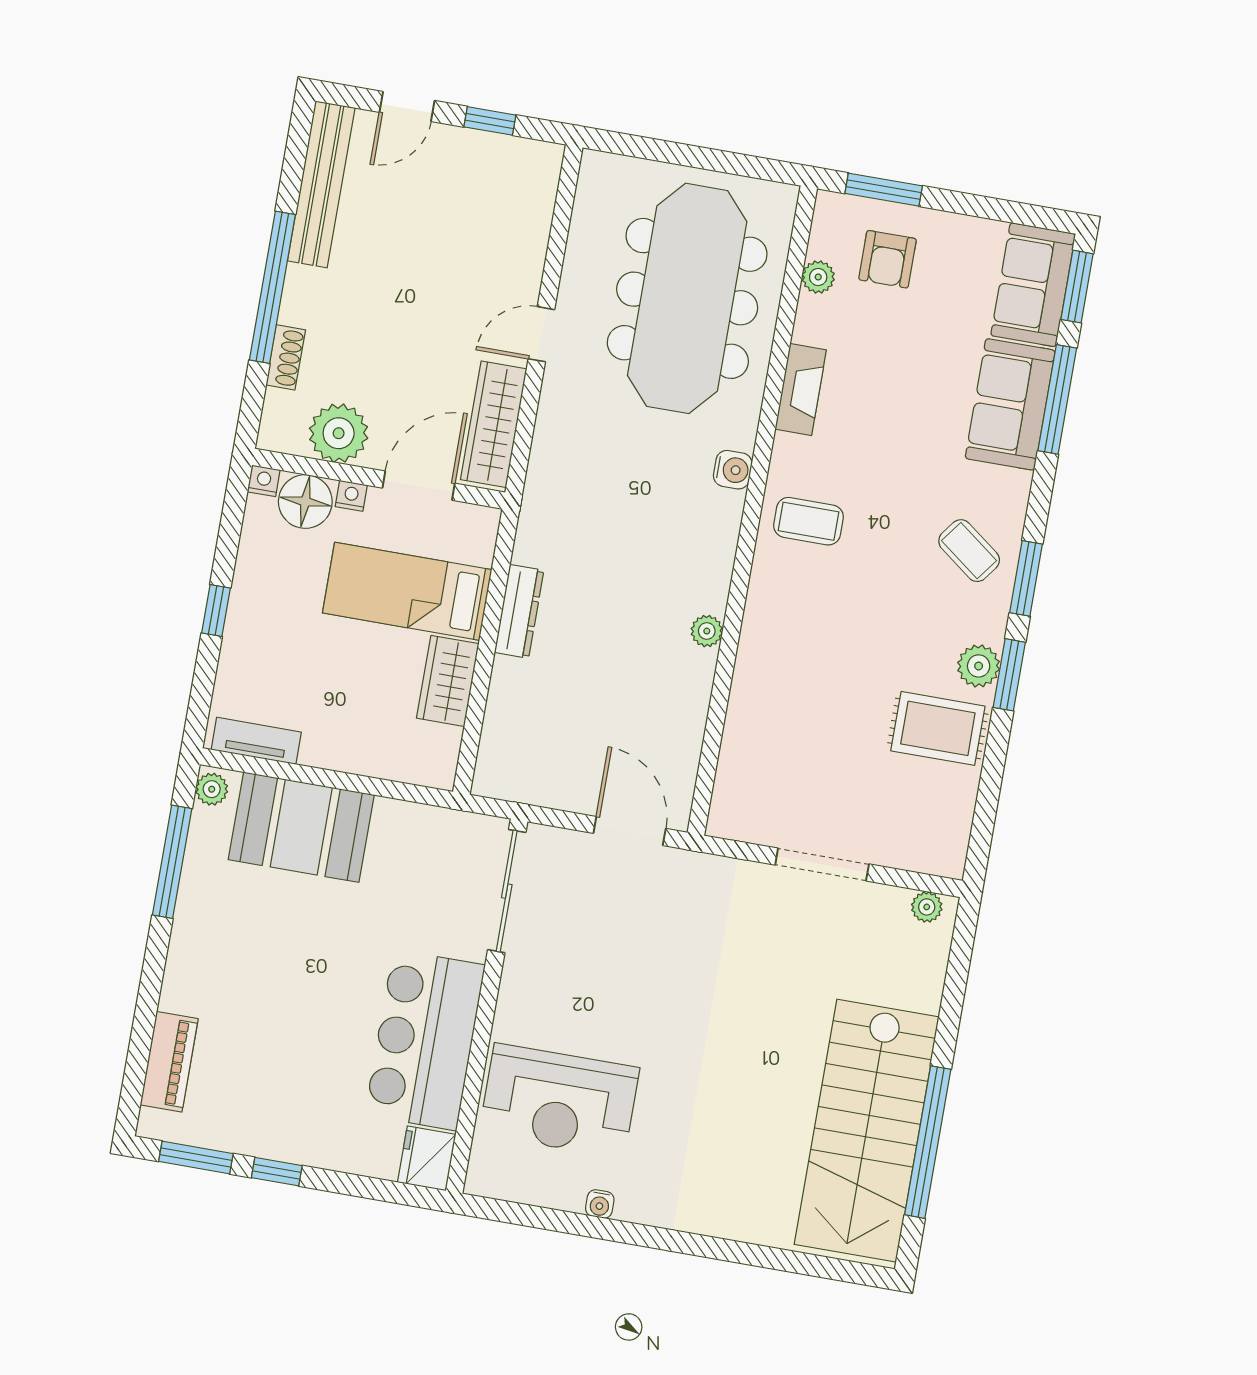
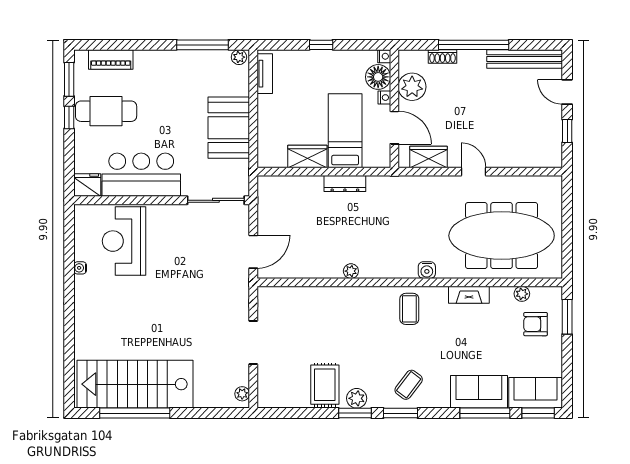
wardrobe: (494, 424) -> (429, 157), width x0.67
booth: (301, 827) -> (229, 128), moved
cafe table: (277, 1091) -> (106, 111), added

